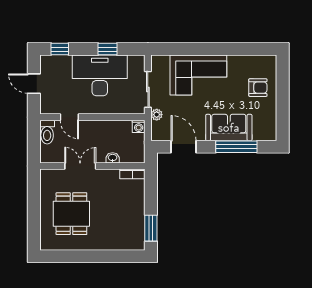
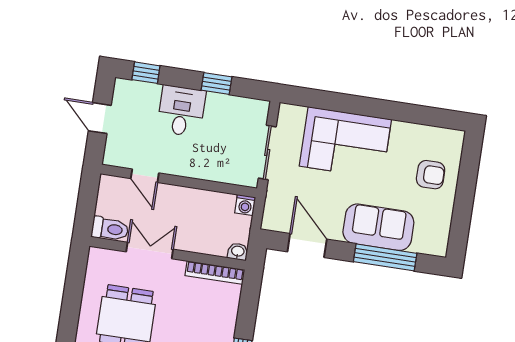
desk: (100, 75) -> (181, 111), width x0.53, depth x0.77
plant: (157, 115) -> (274, 192), removed
toilet: (47, 132) -> (110, 229), moved, turned -90
washbasin: (113, 158) -> (238, 252), moved
bookcase: (132, 174) -> (215, 273), width x1.56

